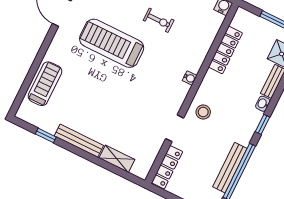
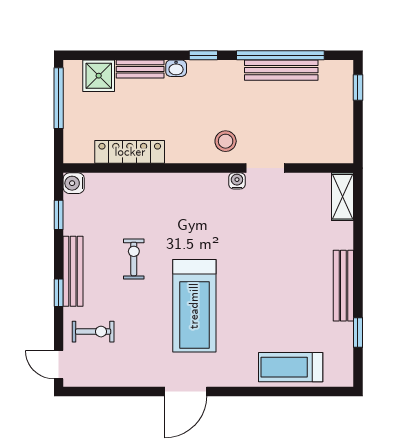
water cooler: (190, 78) -> (237, 181), moved
shelving: (117, 159) -> (343, 197), moved
locker: (167, 167) -> (321, 153), removed

